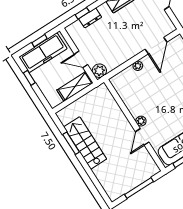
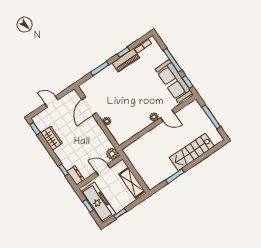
dresser: (90, 18) -> (76, 175), moved
door: (156, 46) -> (89, 106), swing flipped
door: (81, 59) -> (103, 170), swing flipped
shelving: (75, 86) -> (132, 183), moved
stairs: (85, 143) -> (192, 152), moved

